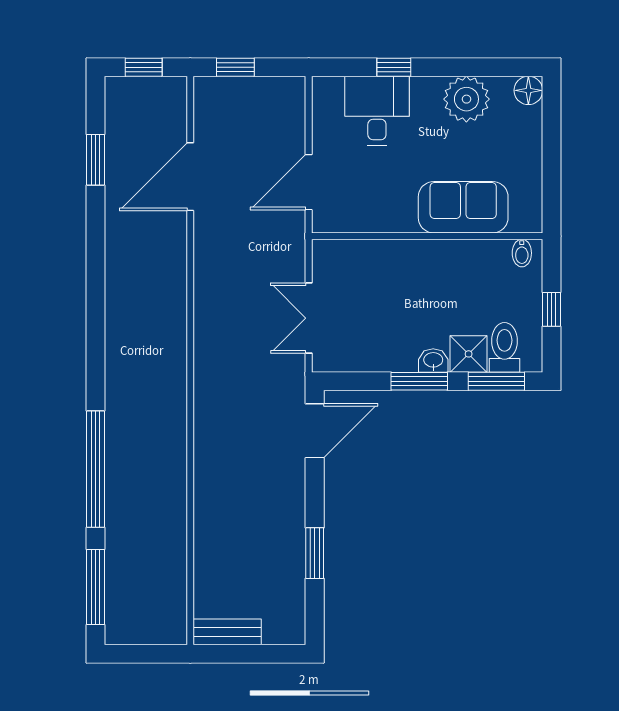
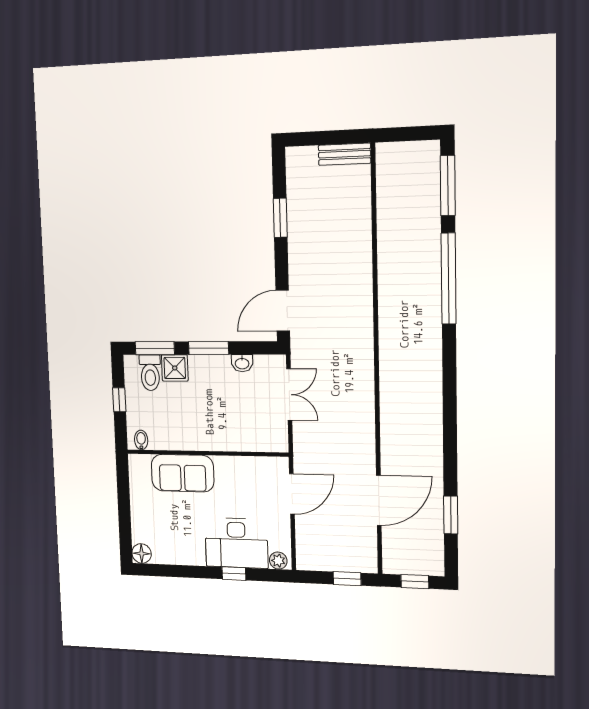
plant: (466, 99) -> (278, 561), moved, width x0.53, depth x0.53
desk: (377, 111) -> (236, 543), width x1.37
washbasin: (433, 361) -> (242, 363), moved

